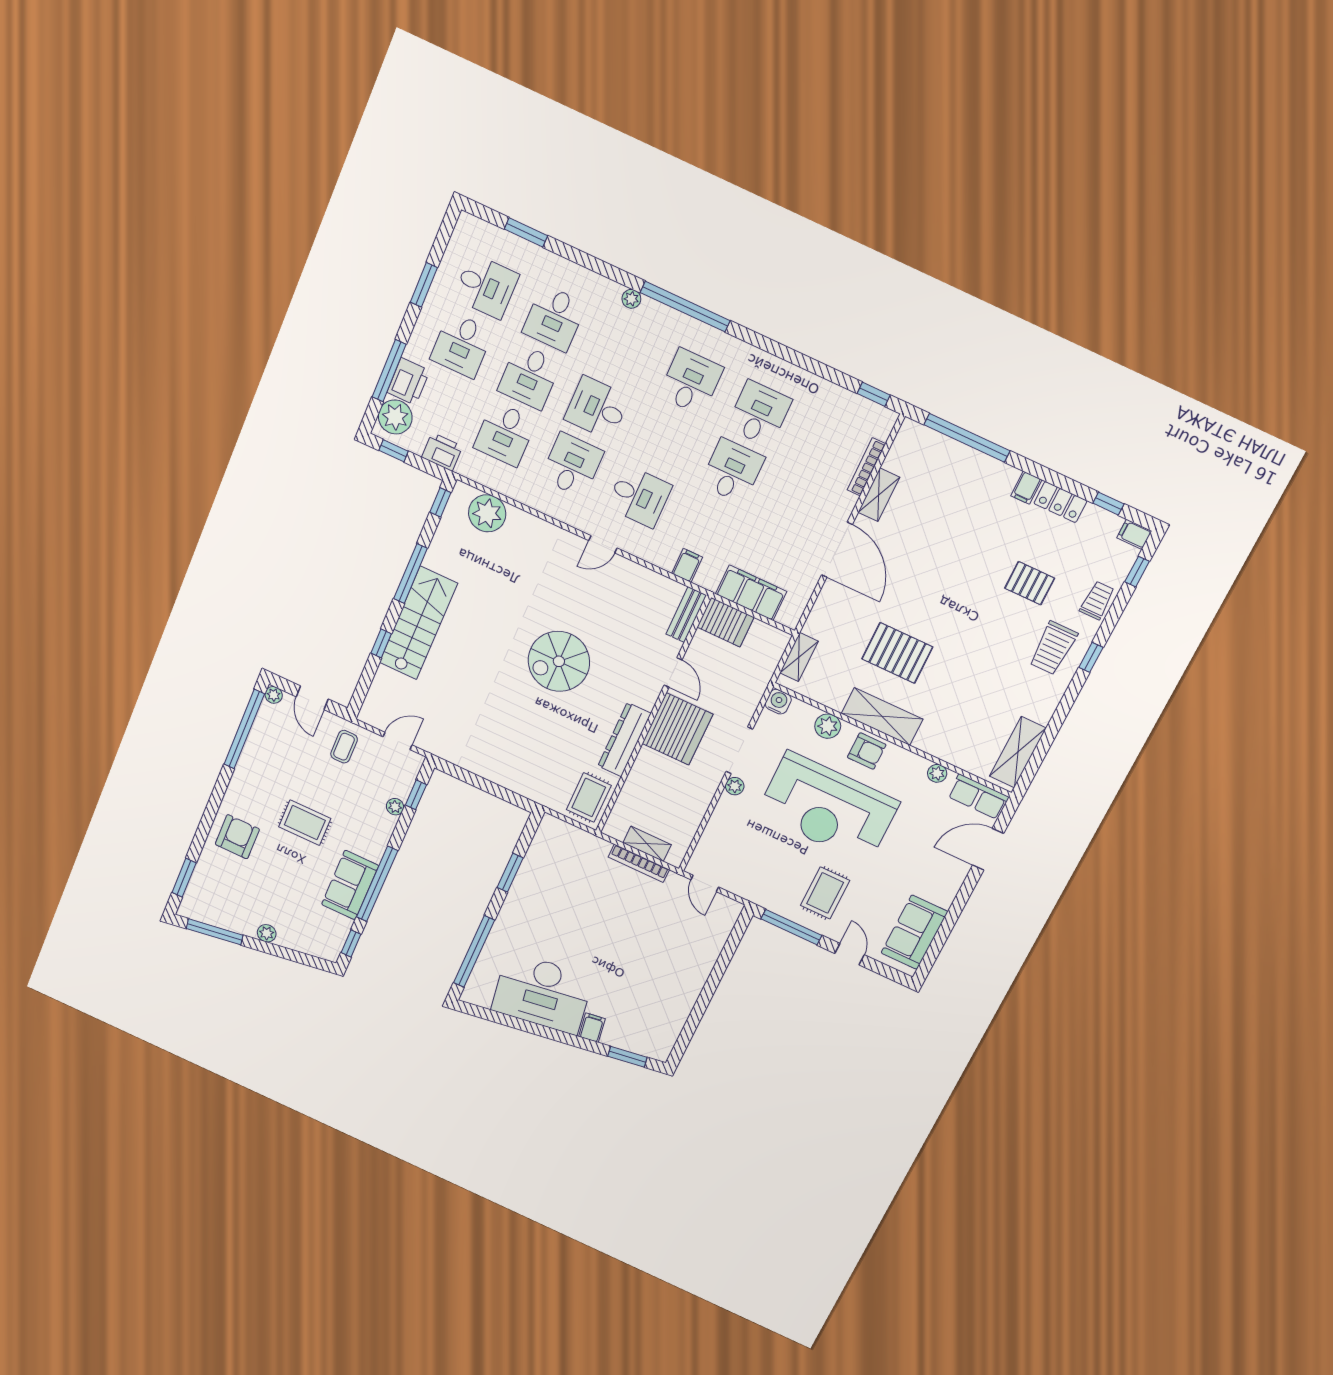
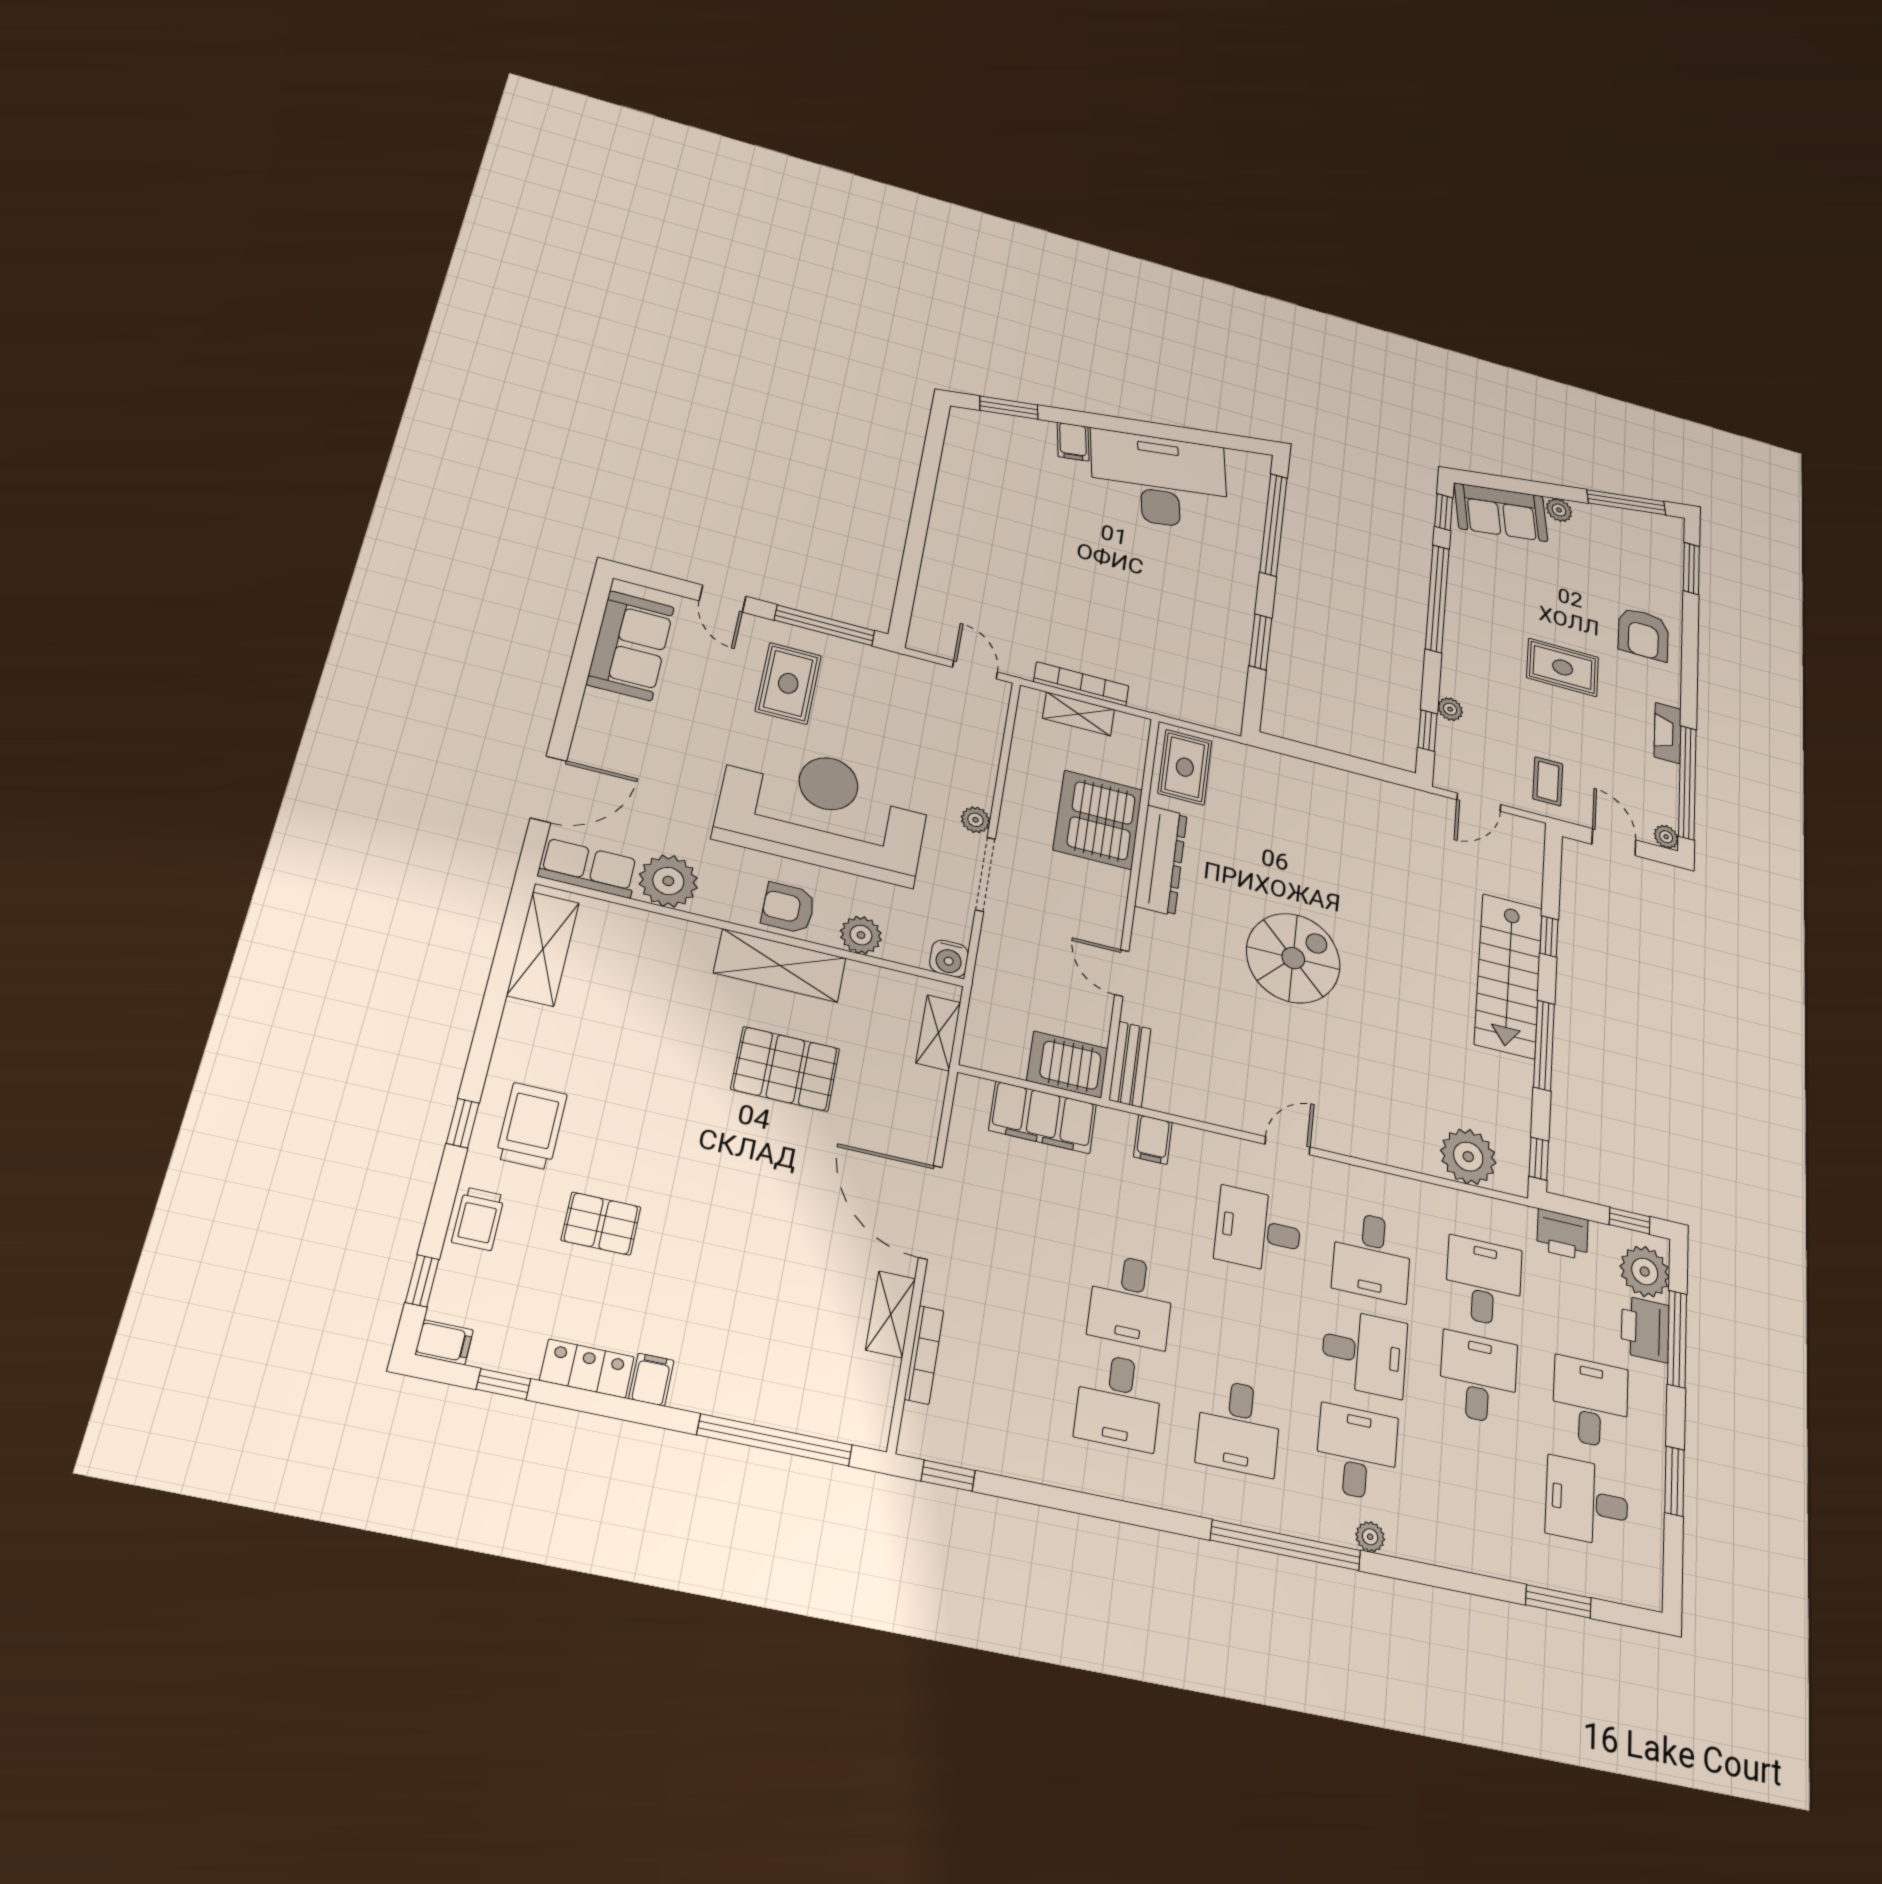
desk: (554, 318) -> (1357, 1453), moved
server rack: (677, 729) -> (1098, 820), moved
fireplace: (246, 765) -> (1668, 733), added
plant: (937, 773) -> (668, 881), width x1.87, depth x1.87
sofa: (350, 885) -> (1501, 512), moved, turned 81

